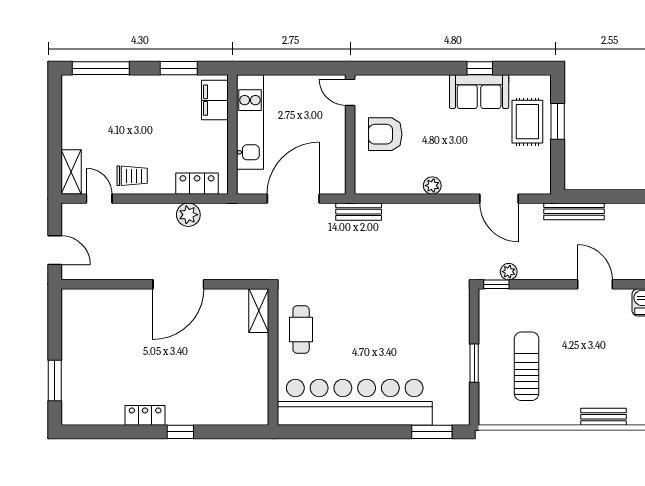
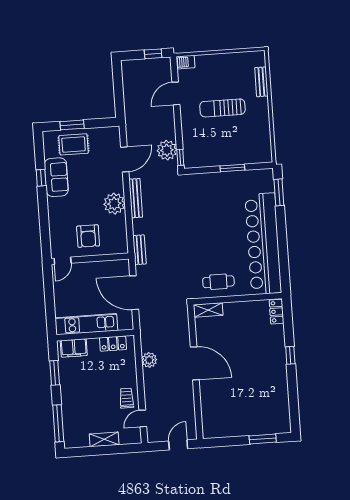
shelving: (71, 172) -> (104, 439), moved
locker: (197, 184) -> (113, 344), moved, turned -90
plant: (432, 186) -> (114, 204), width x1.88, depth x1.88
bench: (574, 211) -> (136, 198), moved
plant: (509, 272) -> (167, 150), width x1.88, depth x1.88
sun lounger: (527, 366) -> (222, 108), moved
locker: (145, 415) -> (277, 312), moved

